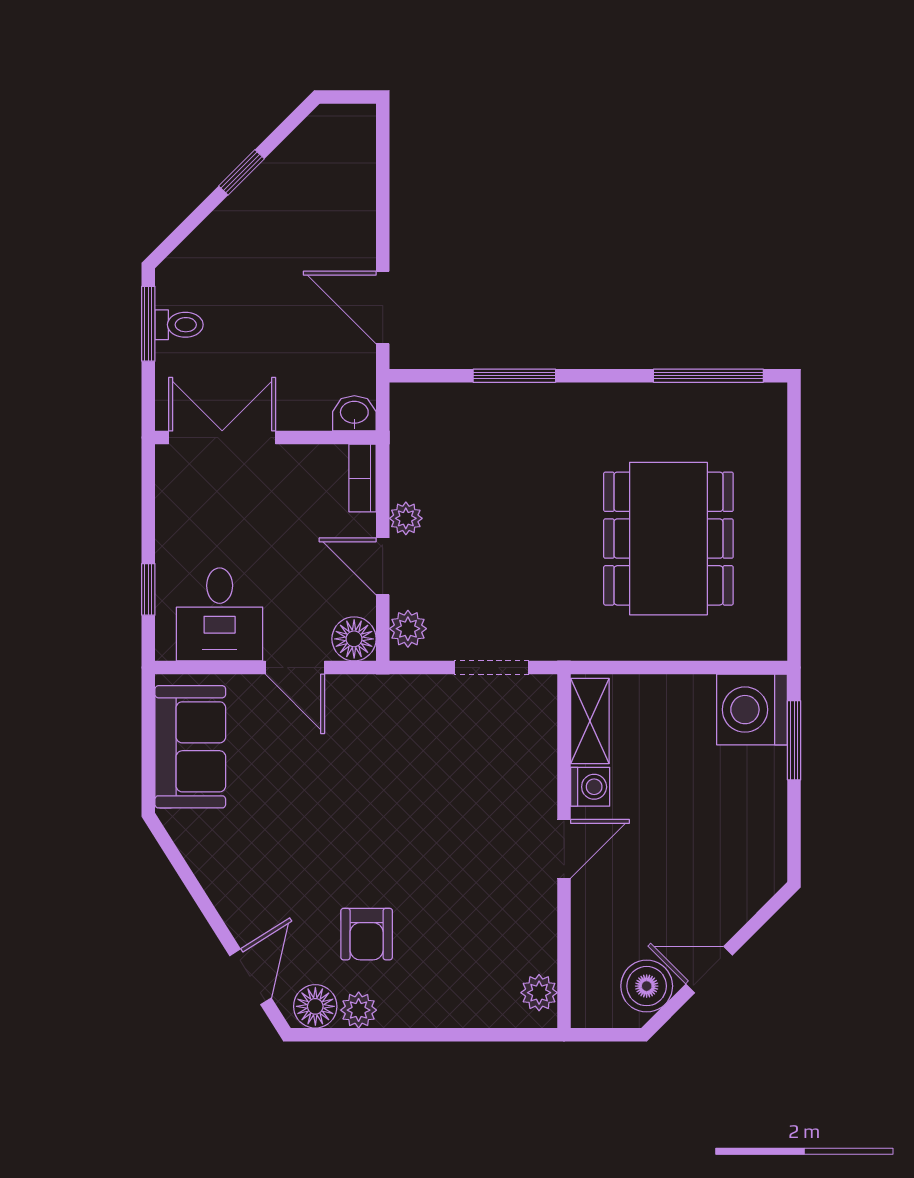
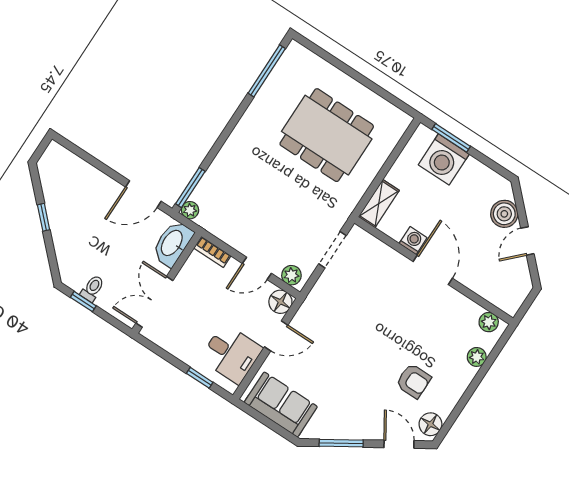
window: (148, 324) -> (83, 302), width x0.67
window: (514, 376) -> (190, 188), moved
washbasin: (354, 413) -> (172, 243), width x1.91, depth x1.45
plant: (406, 518) -> (190, 210), moved
washing machine: (752, 710) -> (444, 159), moved
shelving: (590, 721) -> (379, 204), moved, turned 90
door: (564, 849) -> (433, 270), width x1.38
window: (192, 884) -> (341, 443), added
boiler: (647, 986) -> (504, 214), moved
plant: (359, 1010) -> (477, 357), moved

